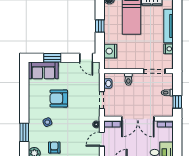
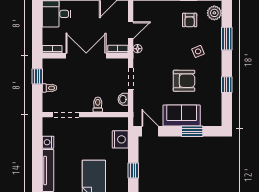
sofa: (43, 70) -> (182, 115), moved
window: (24, 95) -> (227, 85), added

